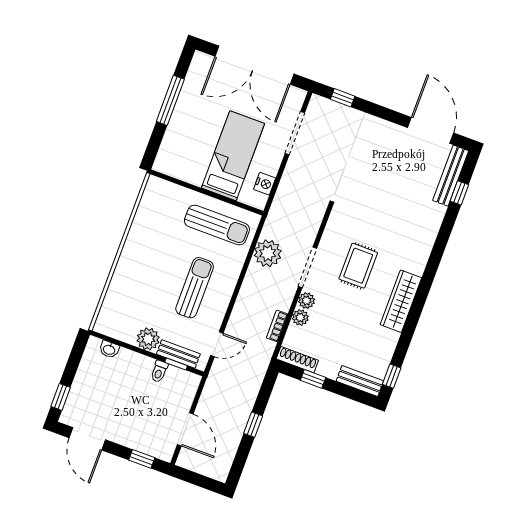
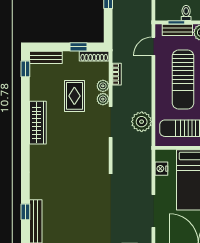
rug: (358, 266) -> (74, 96), moved
sun lounger: (195, 288) -> (183, 80), width x1.36, depth x1.34

